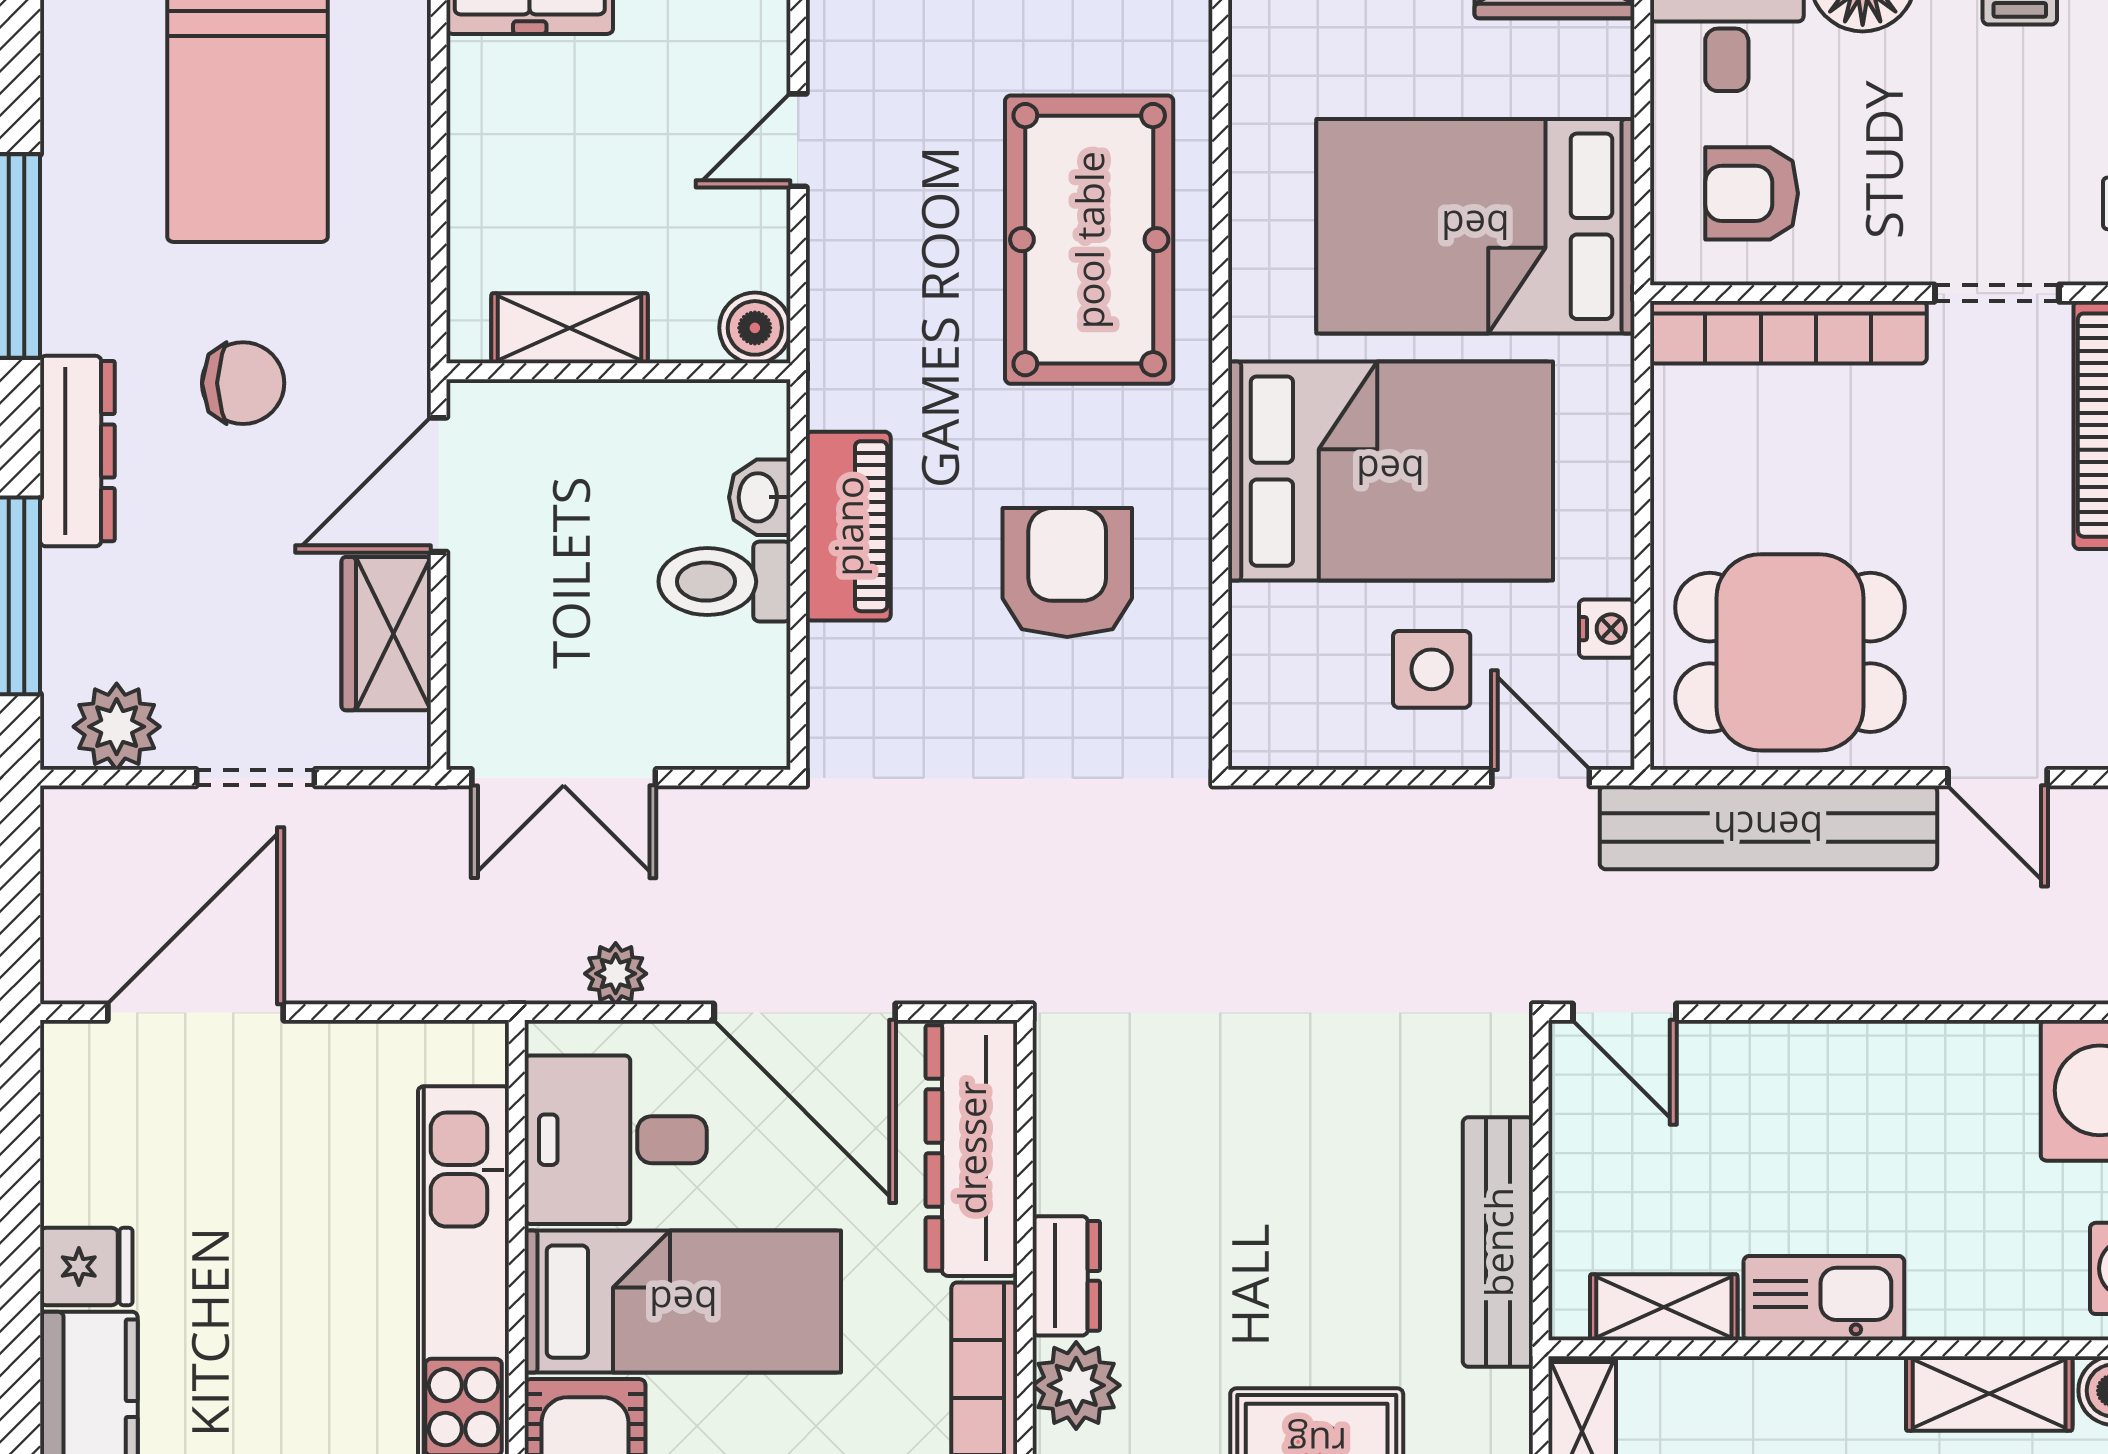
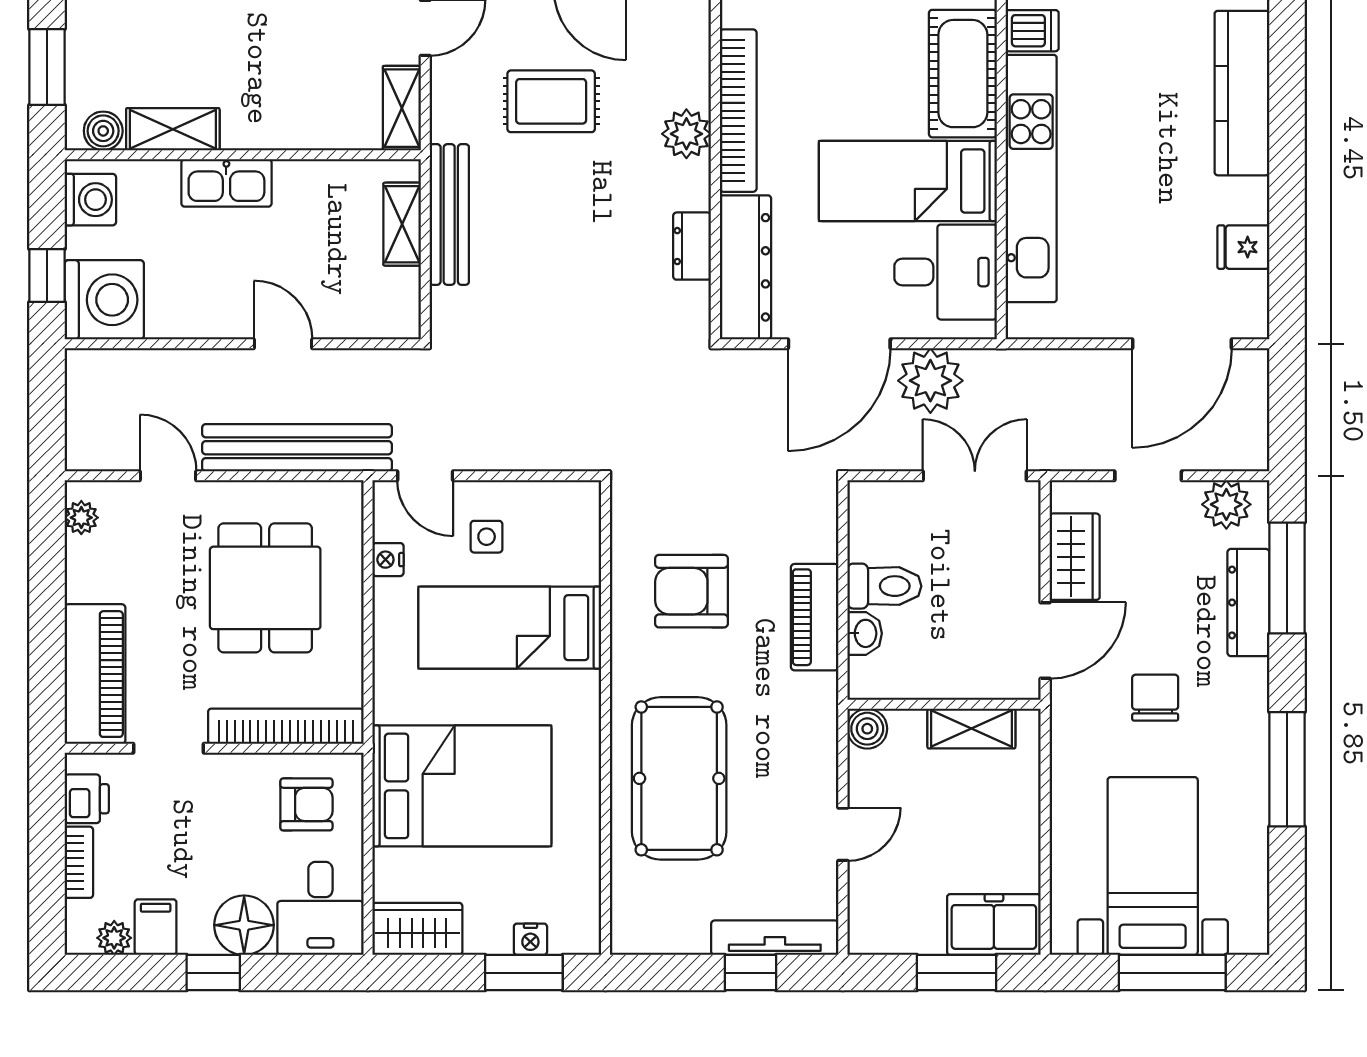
chair: (243, 383) -> (1155, 698), turned 90
dresser: (77, 451) -> (1248, 603), moved
bed: (1390, 471) -> (510, 628), width x0.67
armchair: (1067, 572) -> (692, 591), turned 90
dining table: (1790, 652) -> (265, 588), moved, turned 90
side table: (1432, 669) -> (487, 537), width x0.73, depth x0.73
plant: (616, 974) -> (930, 381), width x1.87, depth x1.87
door: (805, 1012) -> (839, 344), swing flipped
door: (1624, 1012) -> (283, 344), moved
fridge: (86, 1267) -> (1243, 247), moved
dresser: (1066, 1276) -> (692, 246), moved
kitchen sink: (1824, 1298) -> (226, 183), moved
shelving: (1664, 1307) -> (402, 224), moved, turned 90

